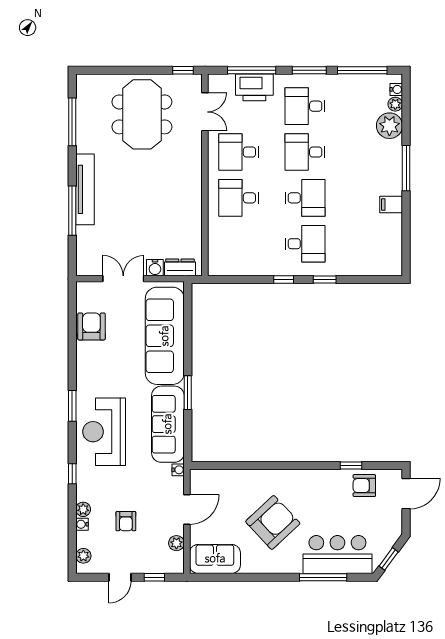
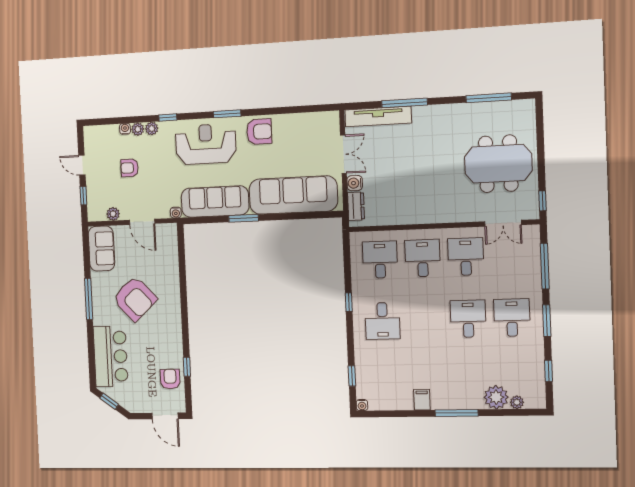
window: (362, 70) -> (548, 371), width x0.46
printer: (254, 87) -> (528, 269), removed
water cooler: (396, 89) -> (362, 405), moved
tv unit: (85, 189) -> (378, 116), moved
desk: (305, 198) -> (380, 260), moved, turned 180
window: (325, 280) -> (352, 376), moved
armchair: (91, 326) -> (259, 132), moved
plant: (83, 556) -> (152, 128), moved
window: (323, 577) -> (89, 299), moved

